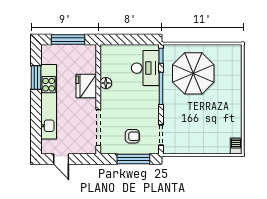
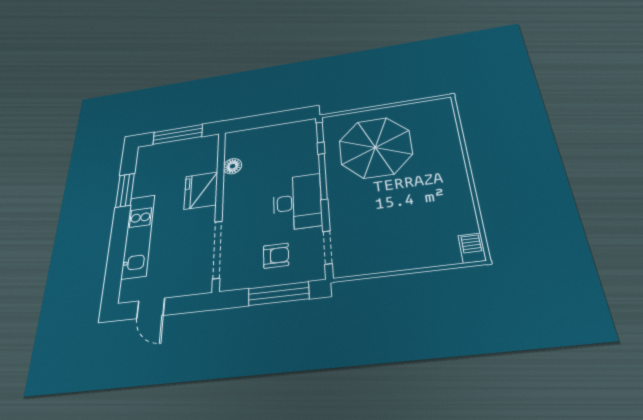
desk: (145, 68) -> (297, 202), moved
floor lamp: (106, 83) -> (233, 166), moved
kitchen unit: (49, 102) -> (138, 236), width x0.73

